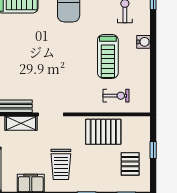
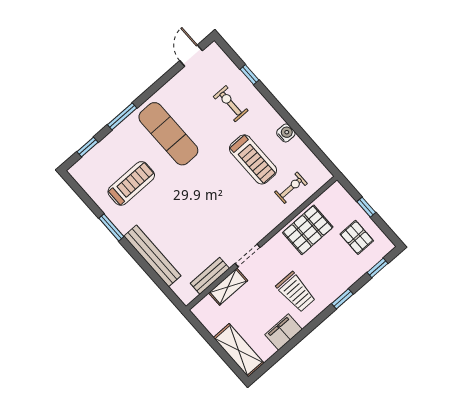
water cooler: (143, 42) -> (286, 133), moved

